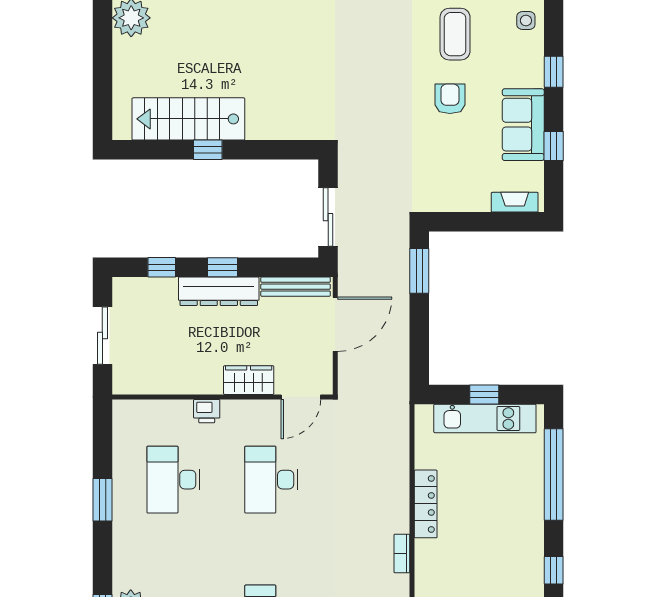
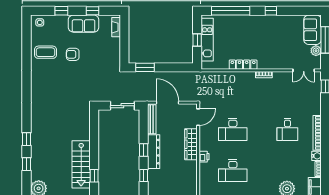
window: (208, 150) -> (94, 176), moved
wardrobe: (249, 380) -> (191, 144), width x1.50
door: (301, 397) -> (198, 117), hinge flipped

